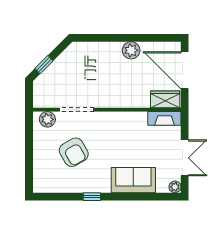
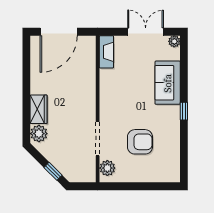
plant: (131, 50) -> (39, 134), moved
wardrobe: (165, 99) -> (39, 109), moved, turned 180
armchair: (74, 152) -> (140, 142), turned 30
window: (92, 197) -> (184, 111), moved

